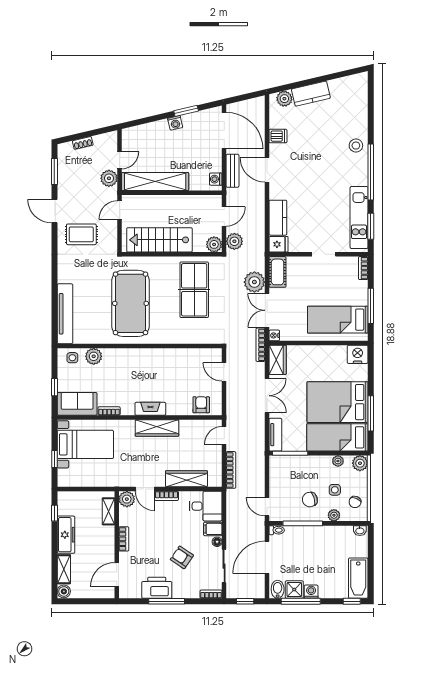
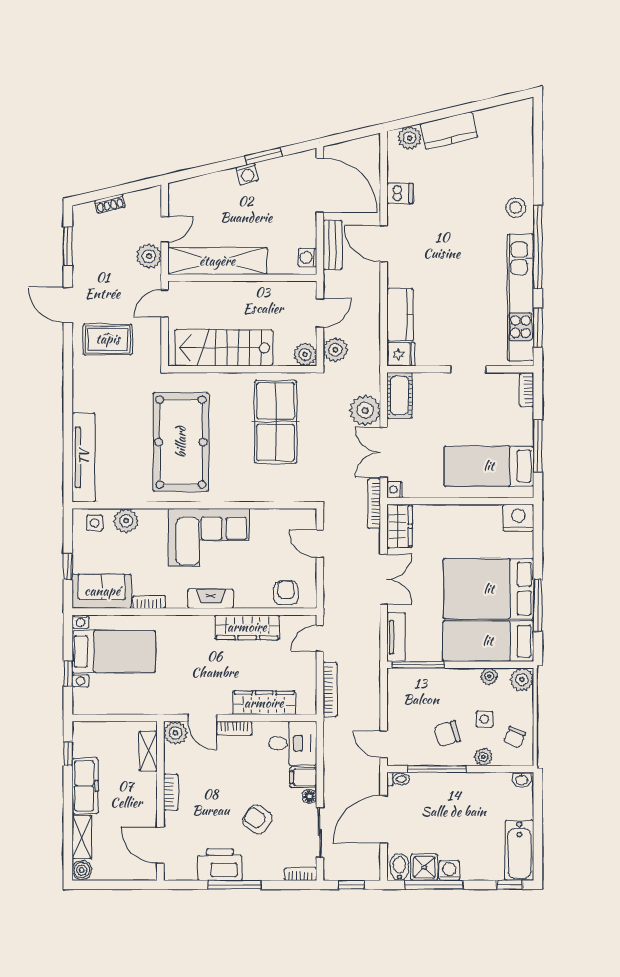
kitchen unit: (359, 217) -> (520, 298), width x1.36
corner sofa: (149, 368) -> (209, 537), added
wardrobe: (157, 428) -> (247, 627), moved
door: (117, 575) -> (160, 845), hinge flipped

